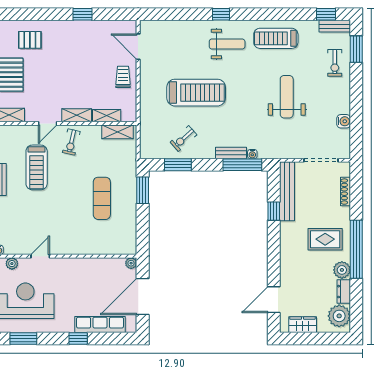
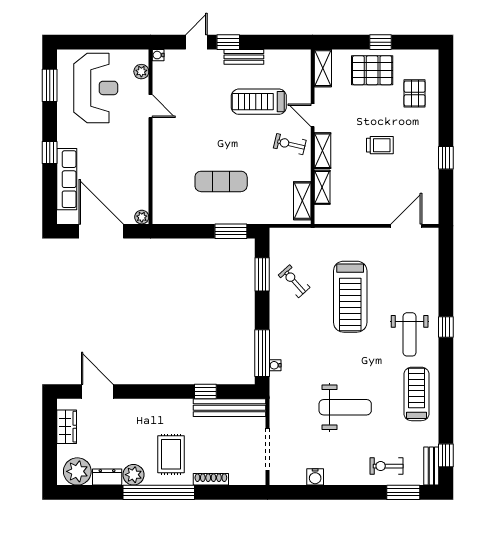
trolley: (123, 77) -> (380, 145), moved
bench: (231, 153) -> (277, 339), removed
shoe rack: (346, 192) -> (211, 479), moved

